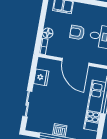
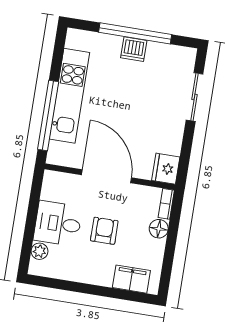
armchair: (77, 32) -> (104, 231), turned -90
fridge: (41, 77) -> (166, 169), moved

